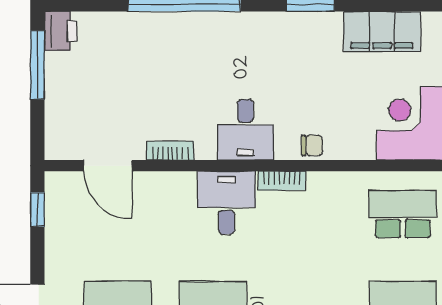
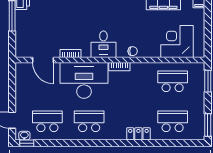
desk: (227, 203) -> (84, 80), width x1.87, depth x1.30
window: (37, 209) -> (12, 79), removed

